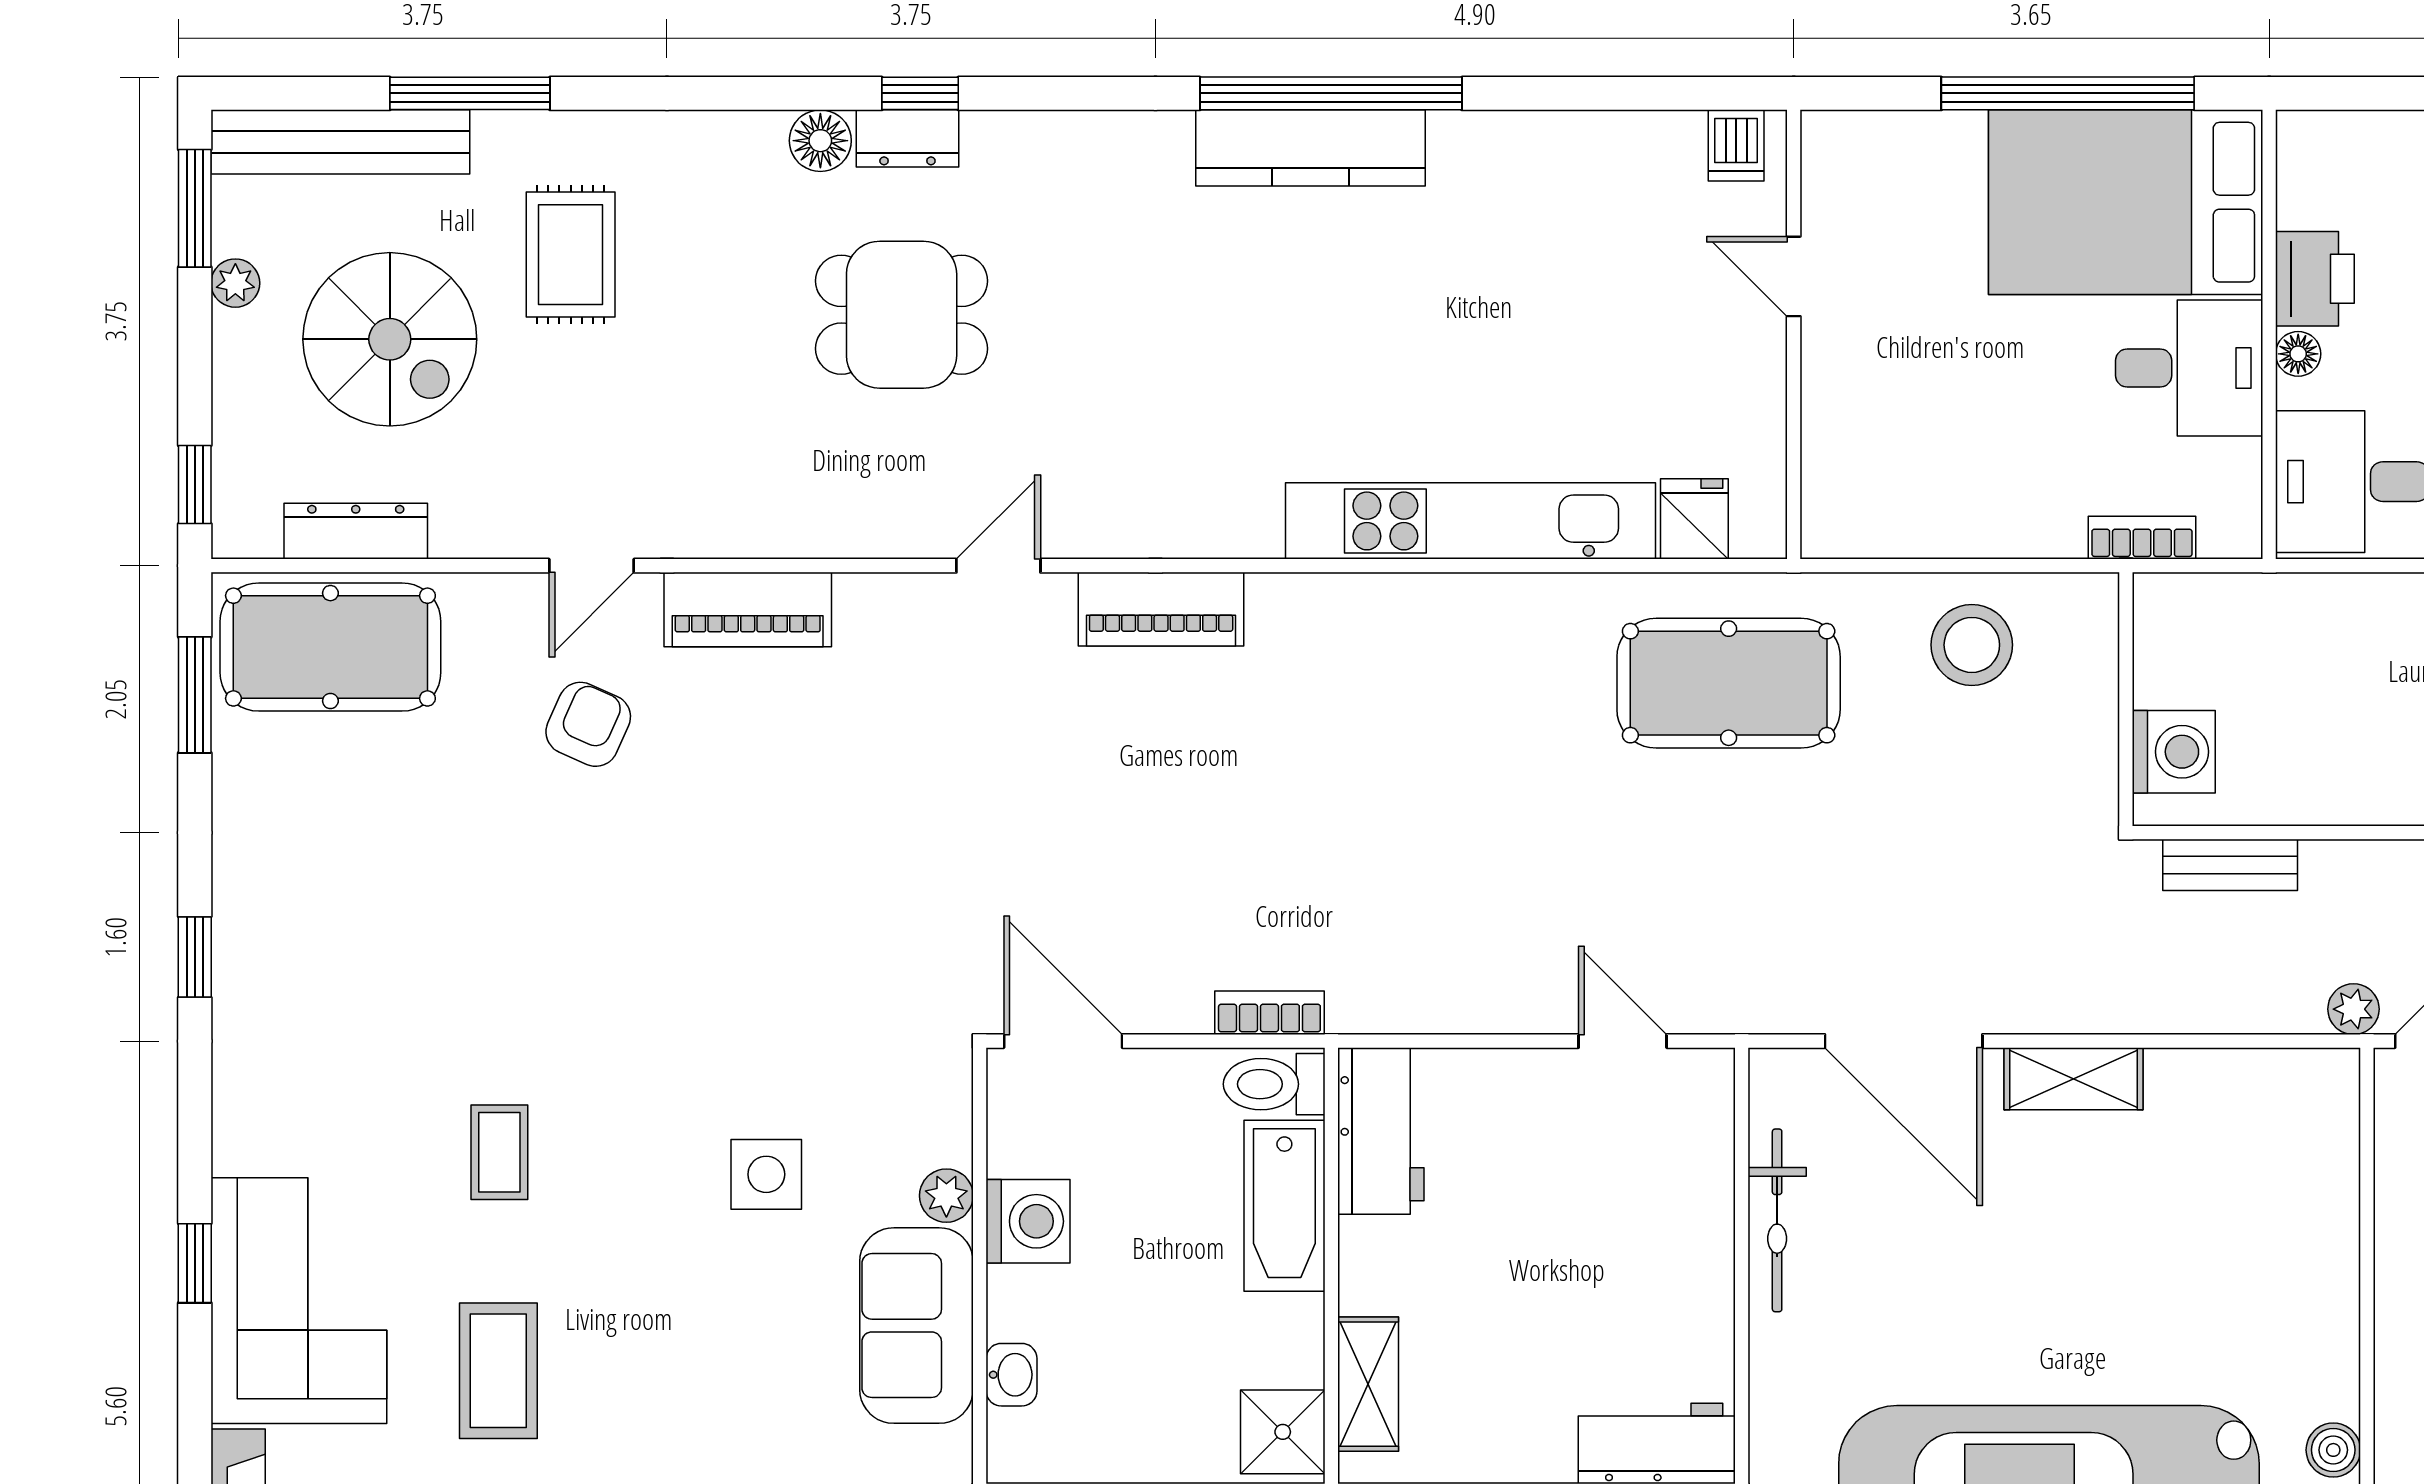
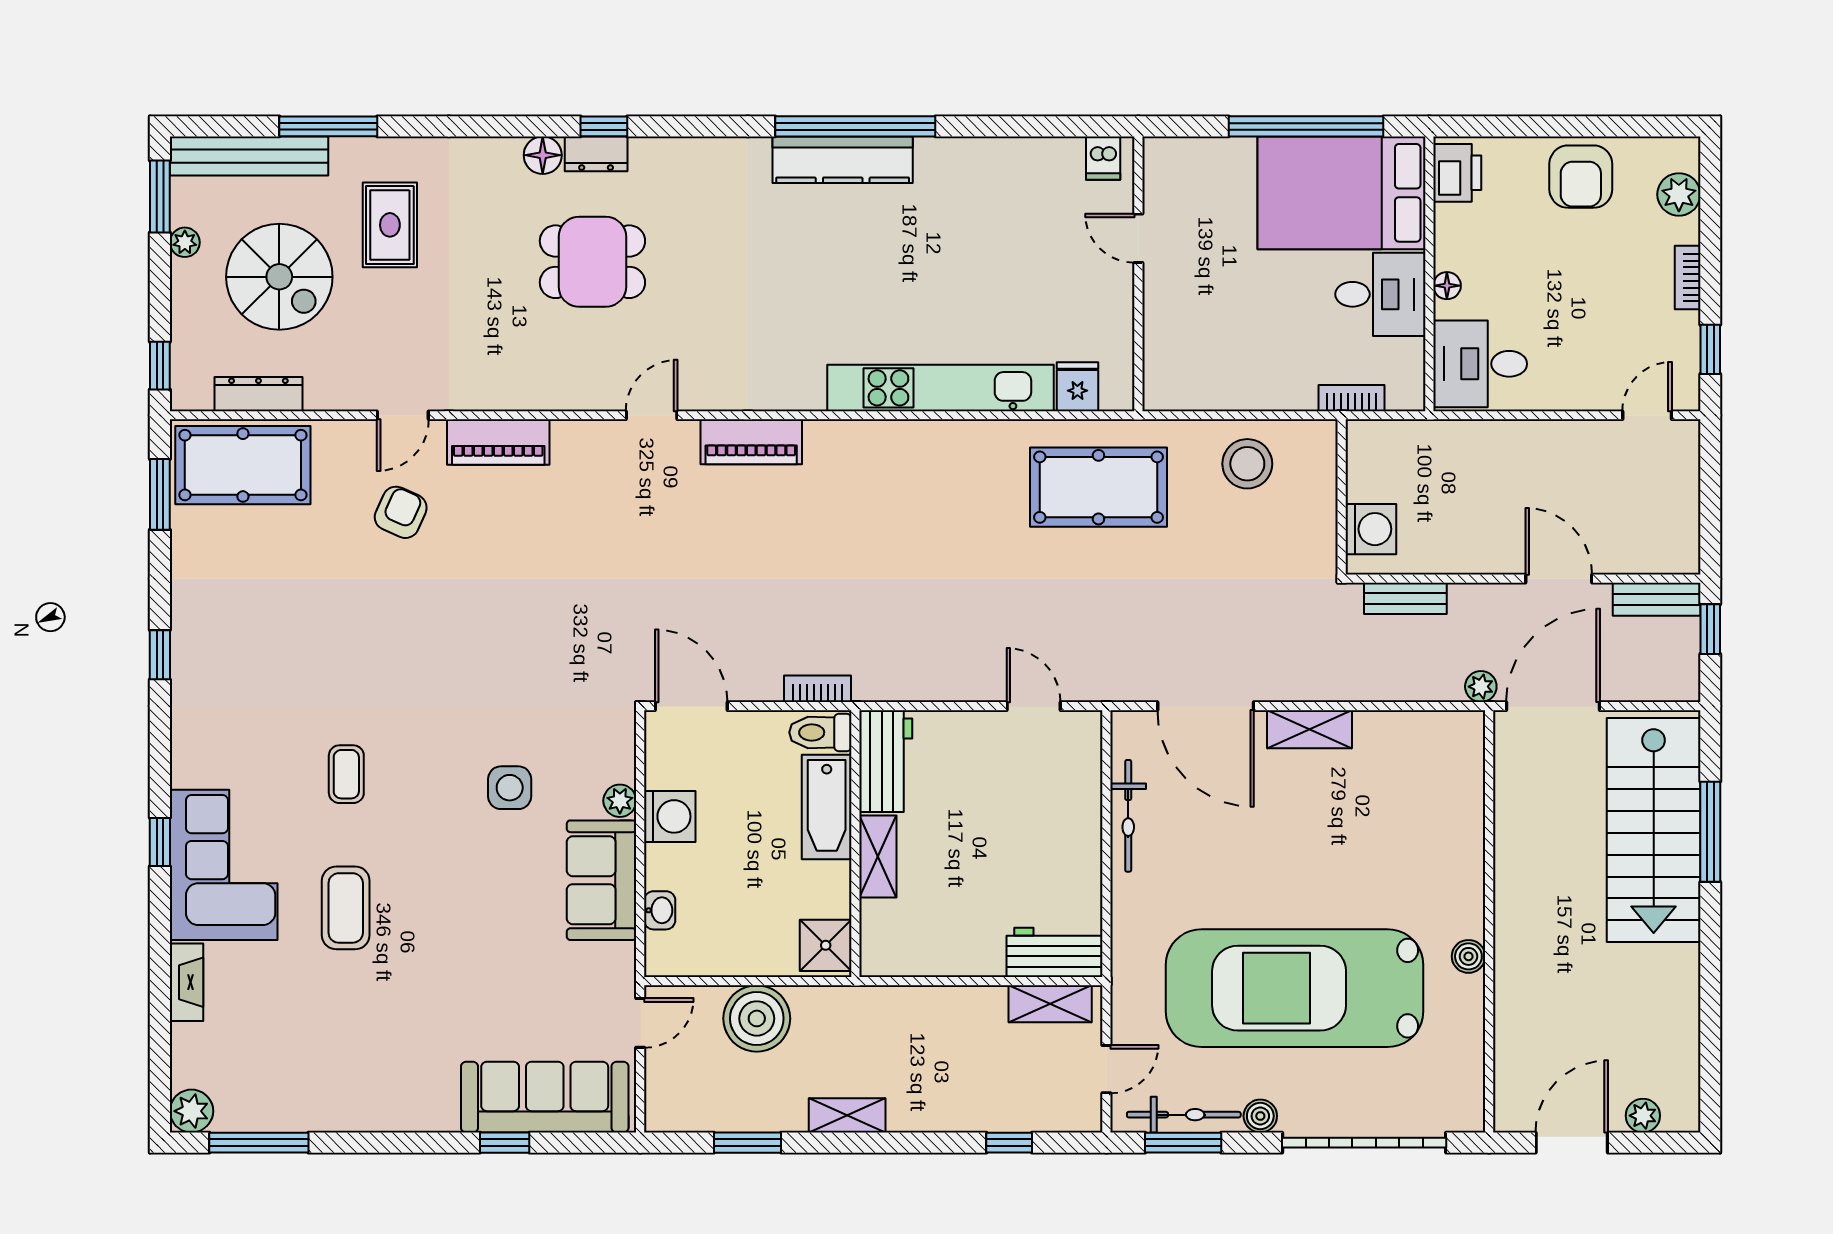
printer: (2315, 279) -> (1457, 173), moved
shelving: (1368, 1384) -> (878, 857), moved

